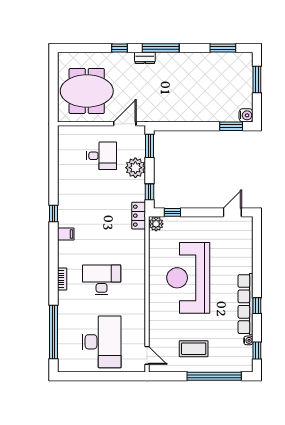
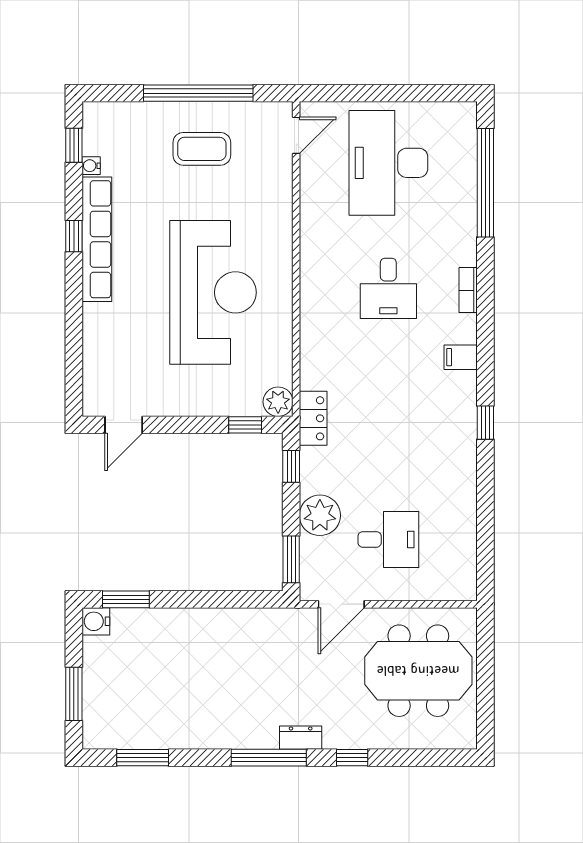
desk: (102, 156) -> (388, 539), turned 180
filing cabinet: (66, 234) -> (461, 357), moved
desk: (102, 280) -> (388, 288), width x0.73
door: (147, 355) -> (296, 135), swing flipped
window: (214, 376) -> (198, 93), moved

